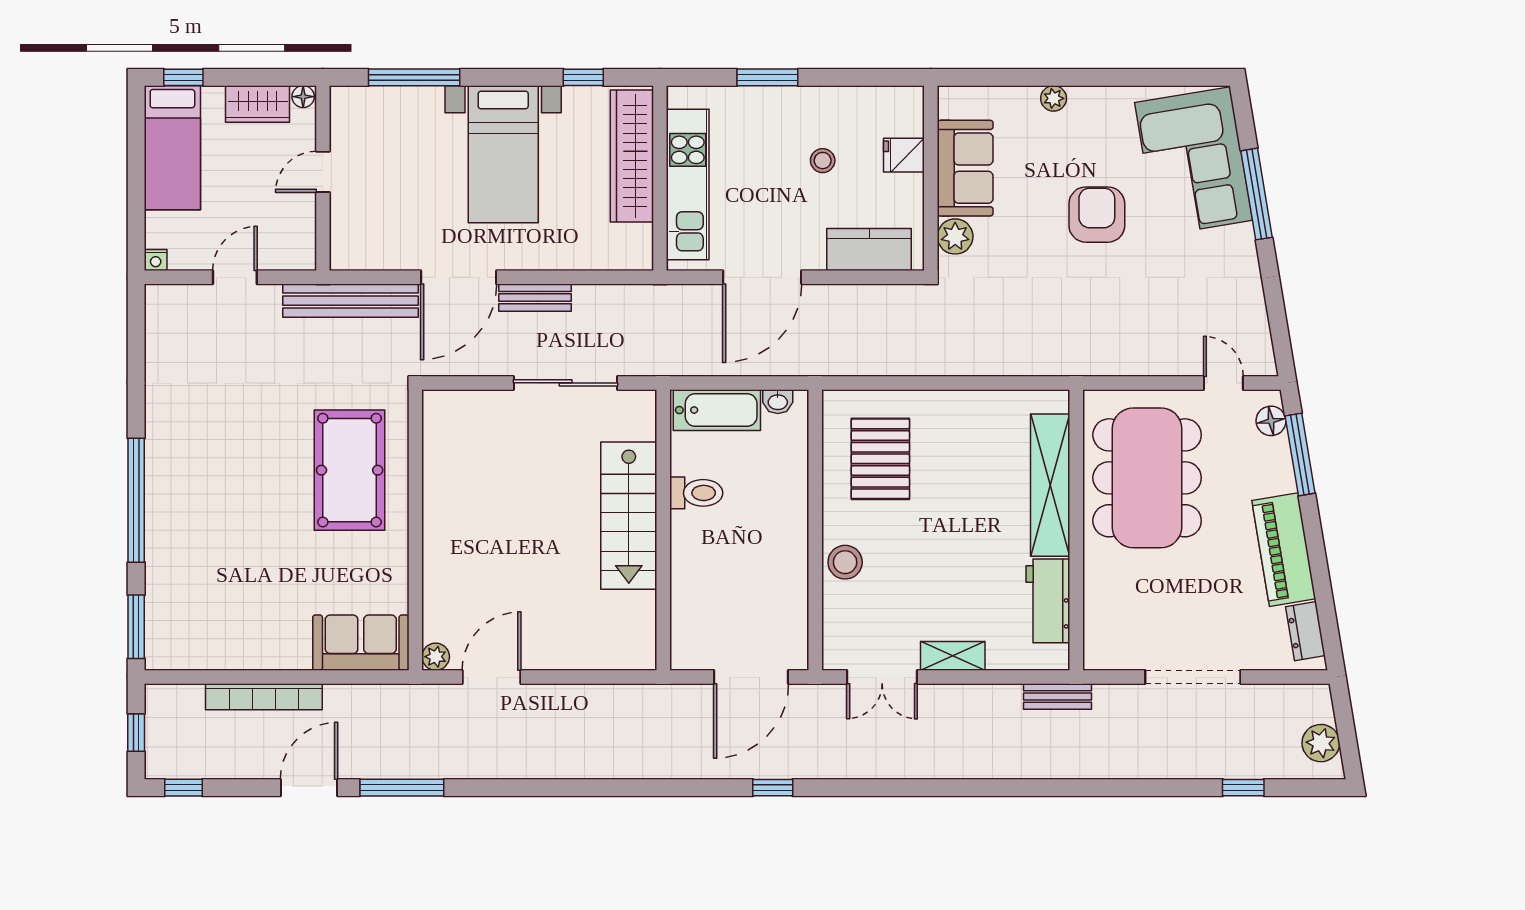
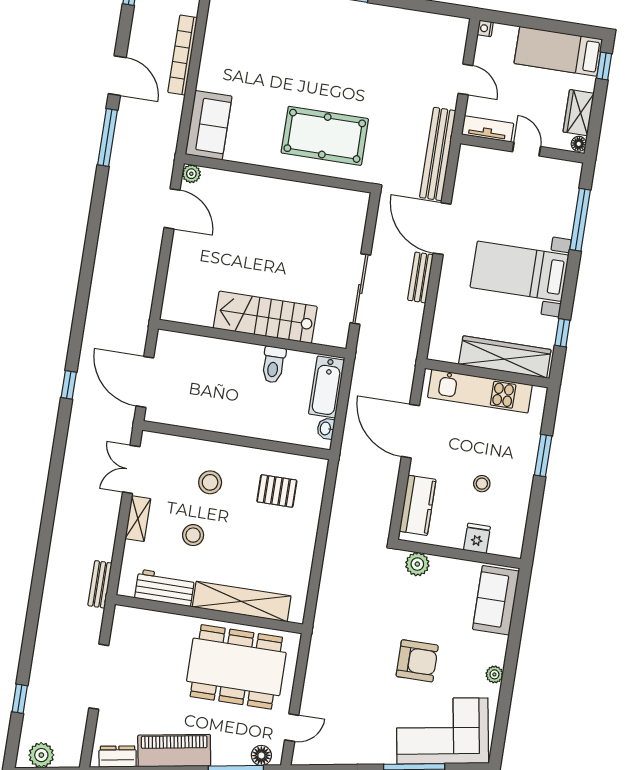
plant: (1054, 98) -> (494, 674), moved
sofa: (965, 168) -> (496, 600), moved, turned 90
tv unit: (302, 233) -> (488, 129), added
pallet: (880, 459) -> (277, 491), width x0.67, depth x0.71
stool: (845, 562) -> (210, 482), moved
stool: (964, 571) -> (193, 535), added

